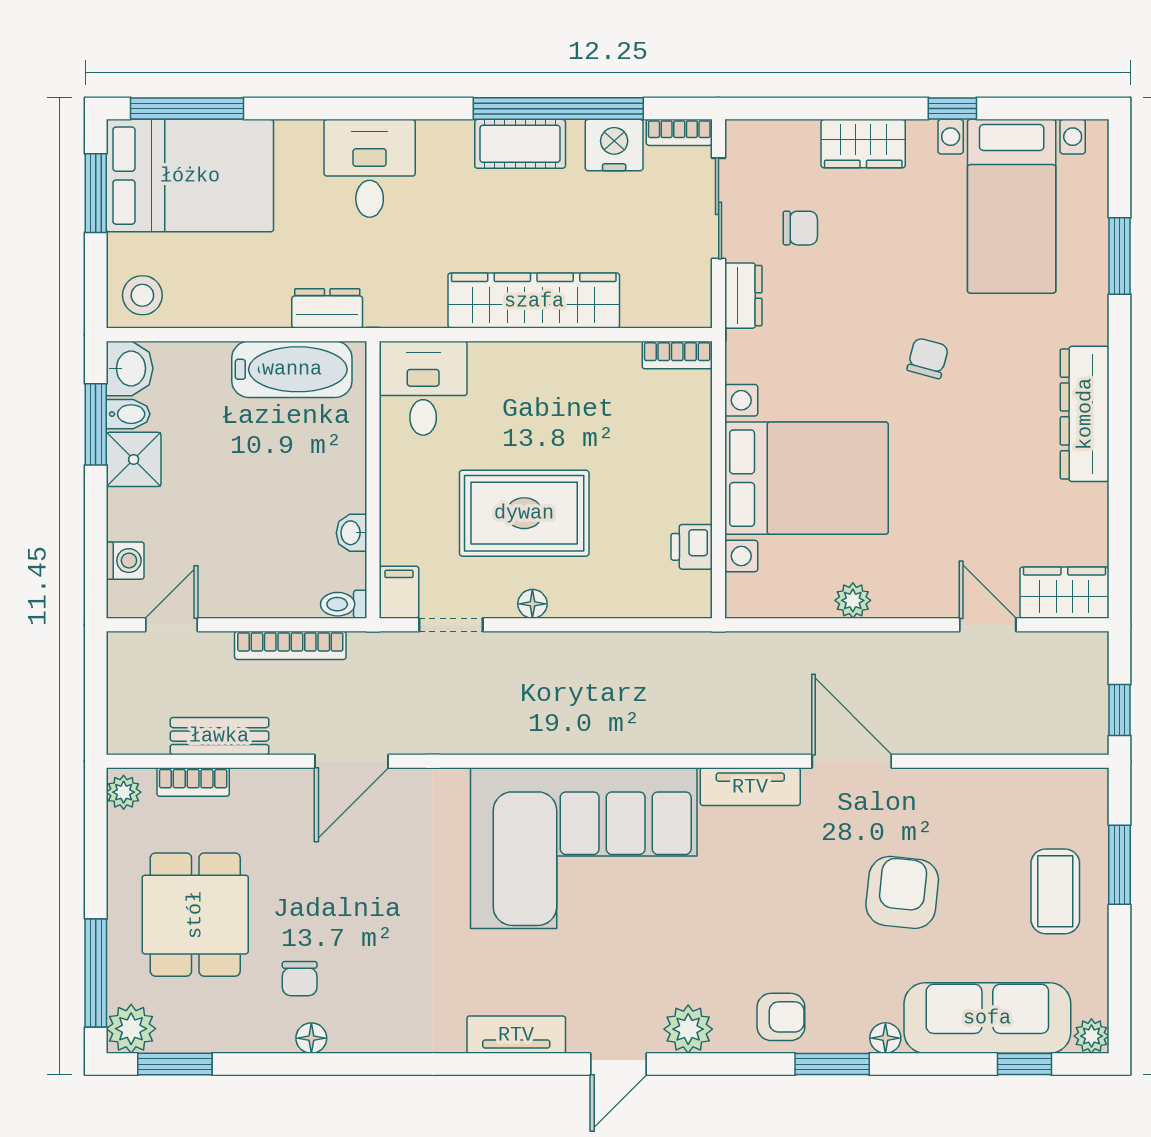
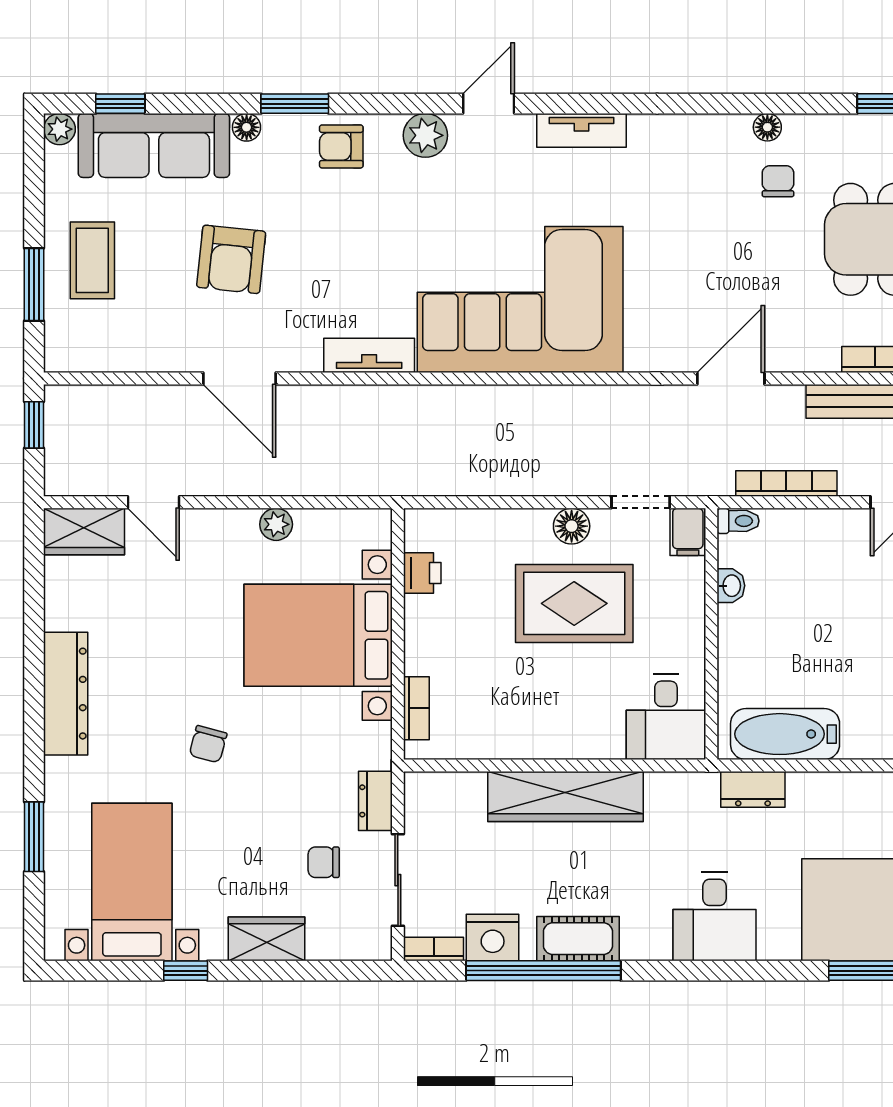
bookcase: (677, 355) -> (416, 708), moved, turned 90
floor lamp: (532, 604) -> (572, 526), width x1.37, depth x1.37
door: (852, 761) -> (240, 378), moved

